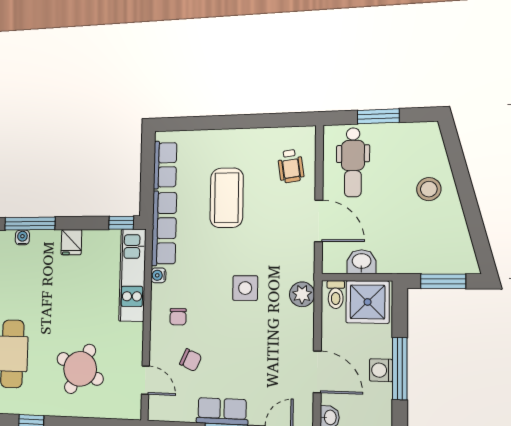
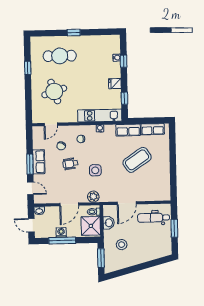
wheelchair: (291, 166) -> (70, 164), moved
stool: (429, 189) -> (122, 245), moved
coffee table: (227, 198) -> (137, 160), turned -34
window: (121, 223) -> (124, 98), moved
window: (30, 224) -> (124, 61), width x0.46
row of seats: (164, 228) -> (128, 130), width x0.68
round table: (80, 369) -> (54, 92), turned 45
door: (317, 372) -> (69, 204), moved

